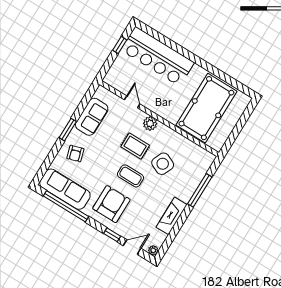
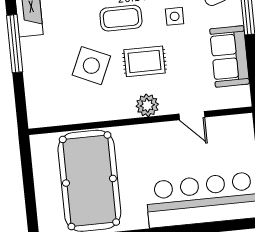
side table: (104, 157) -> (175, 16), added
window: (200, 190) -> (15, 44), moved

